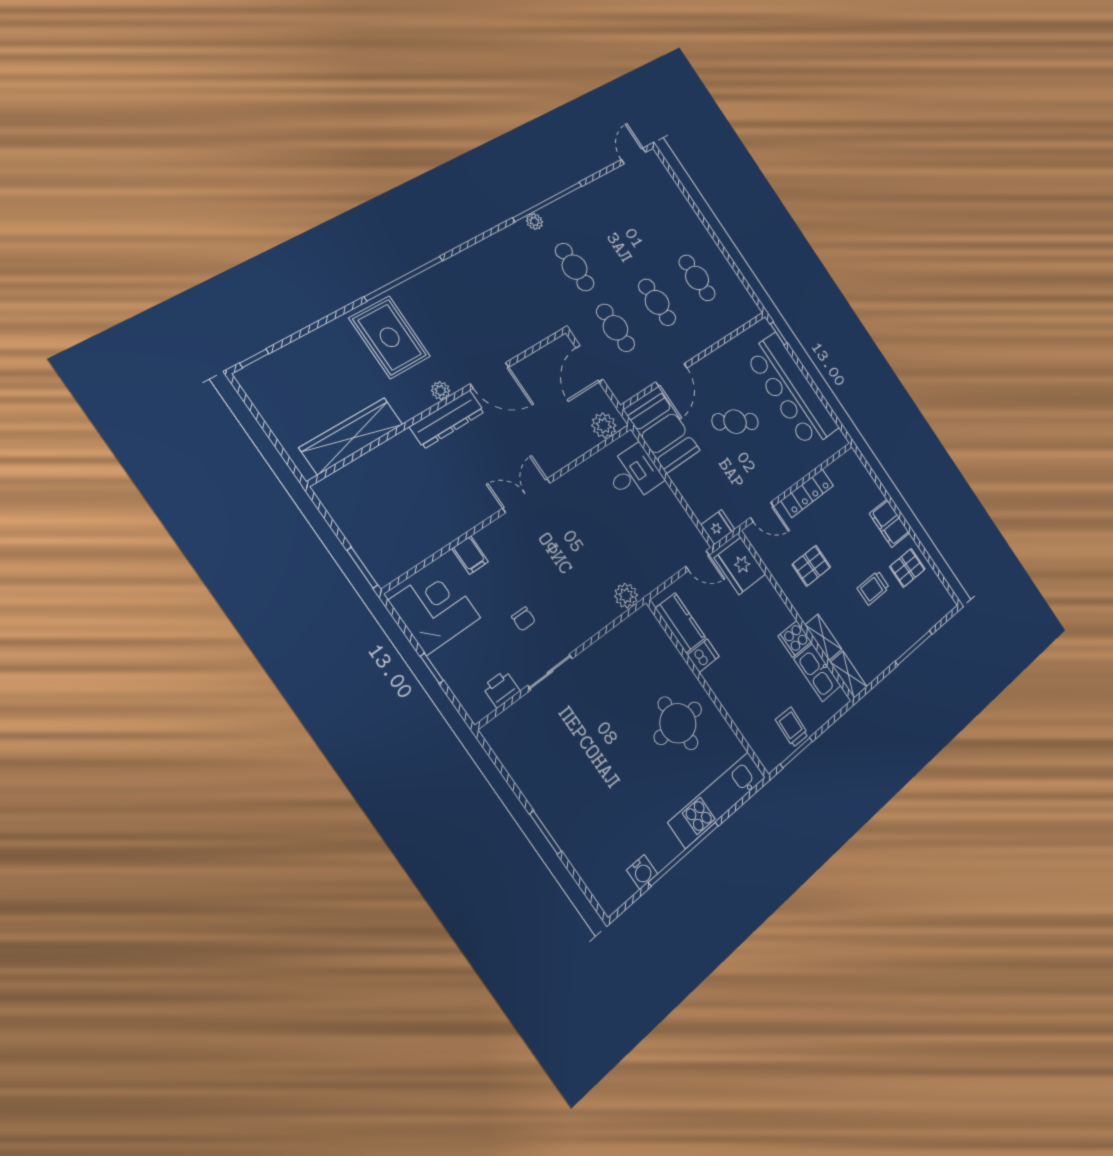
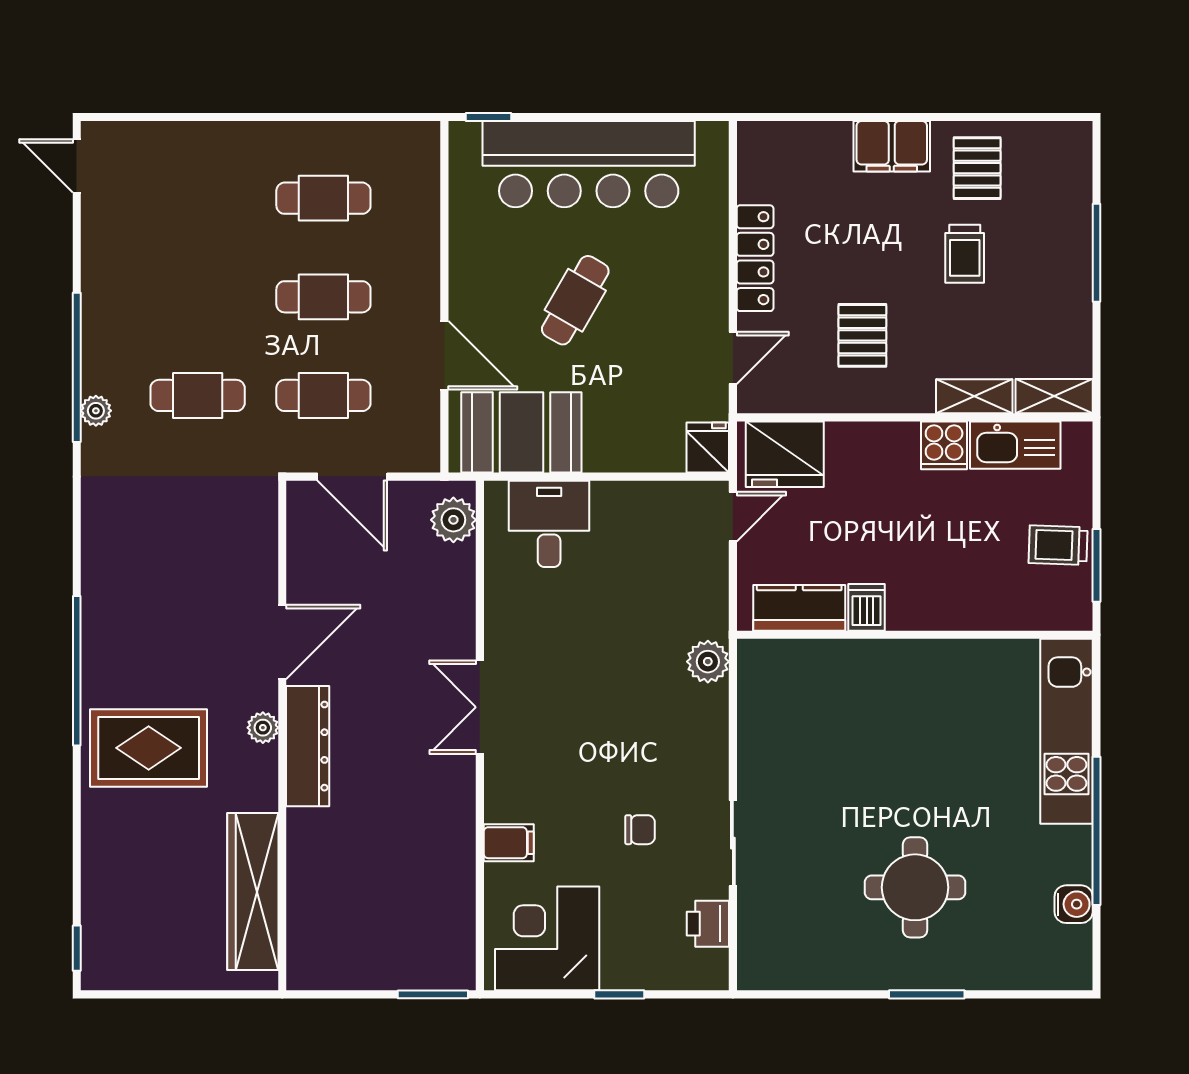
round table: (678, 723) -> (915, 887), moved

